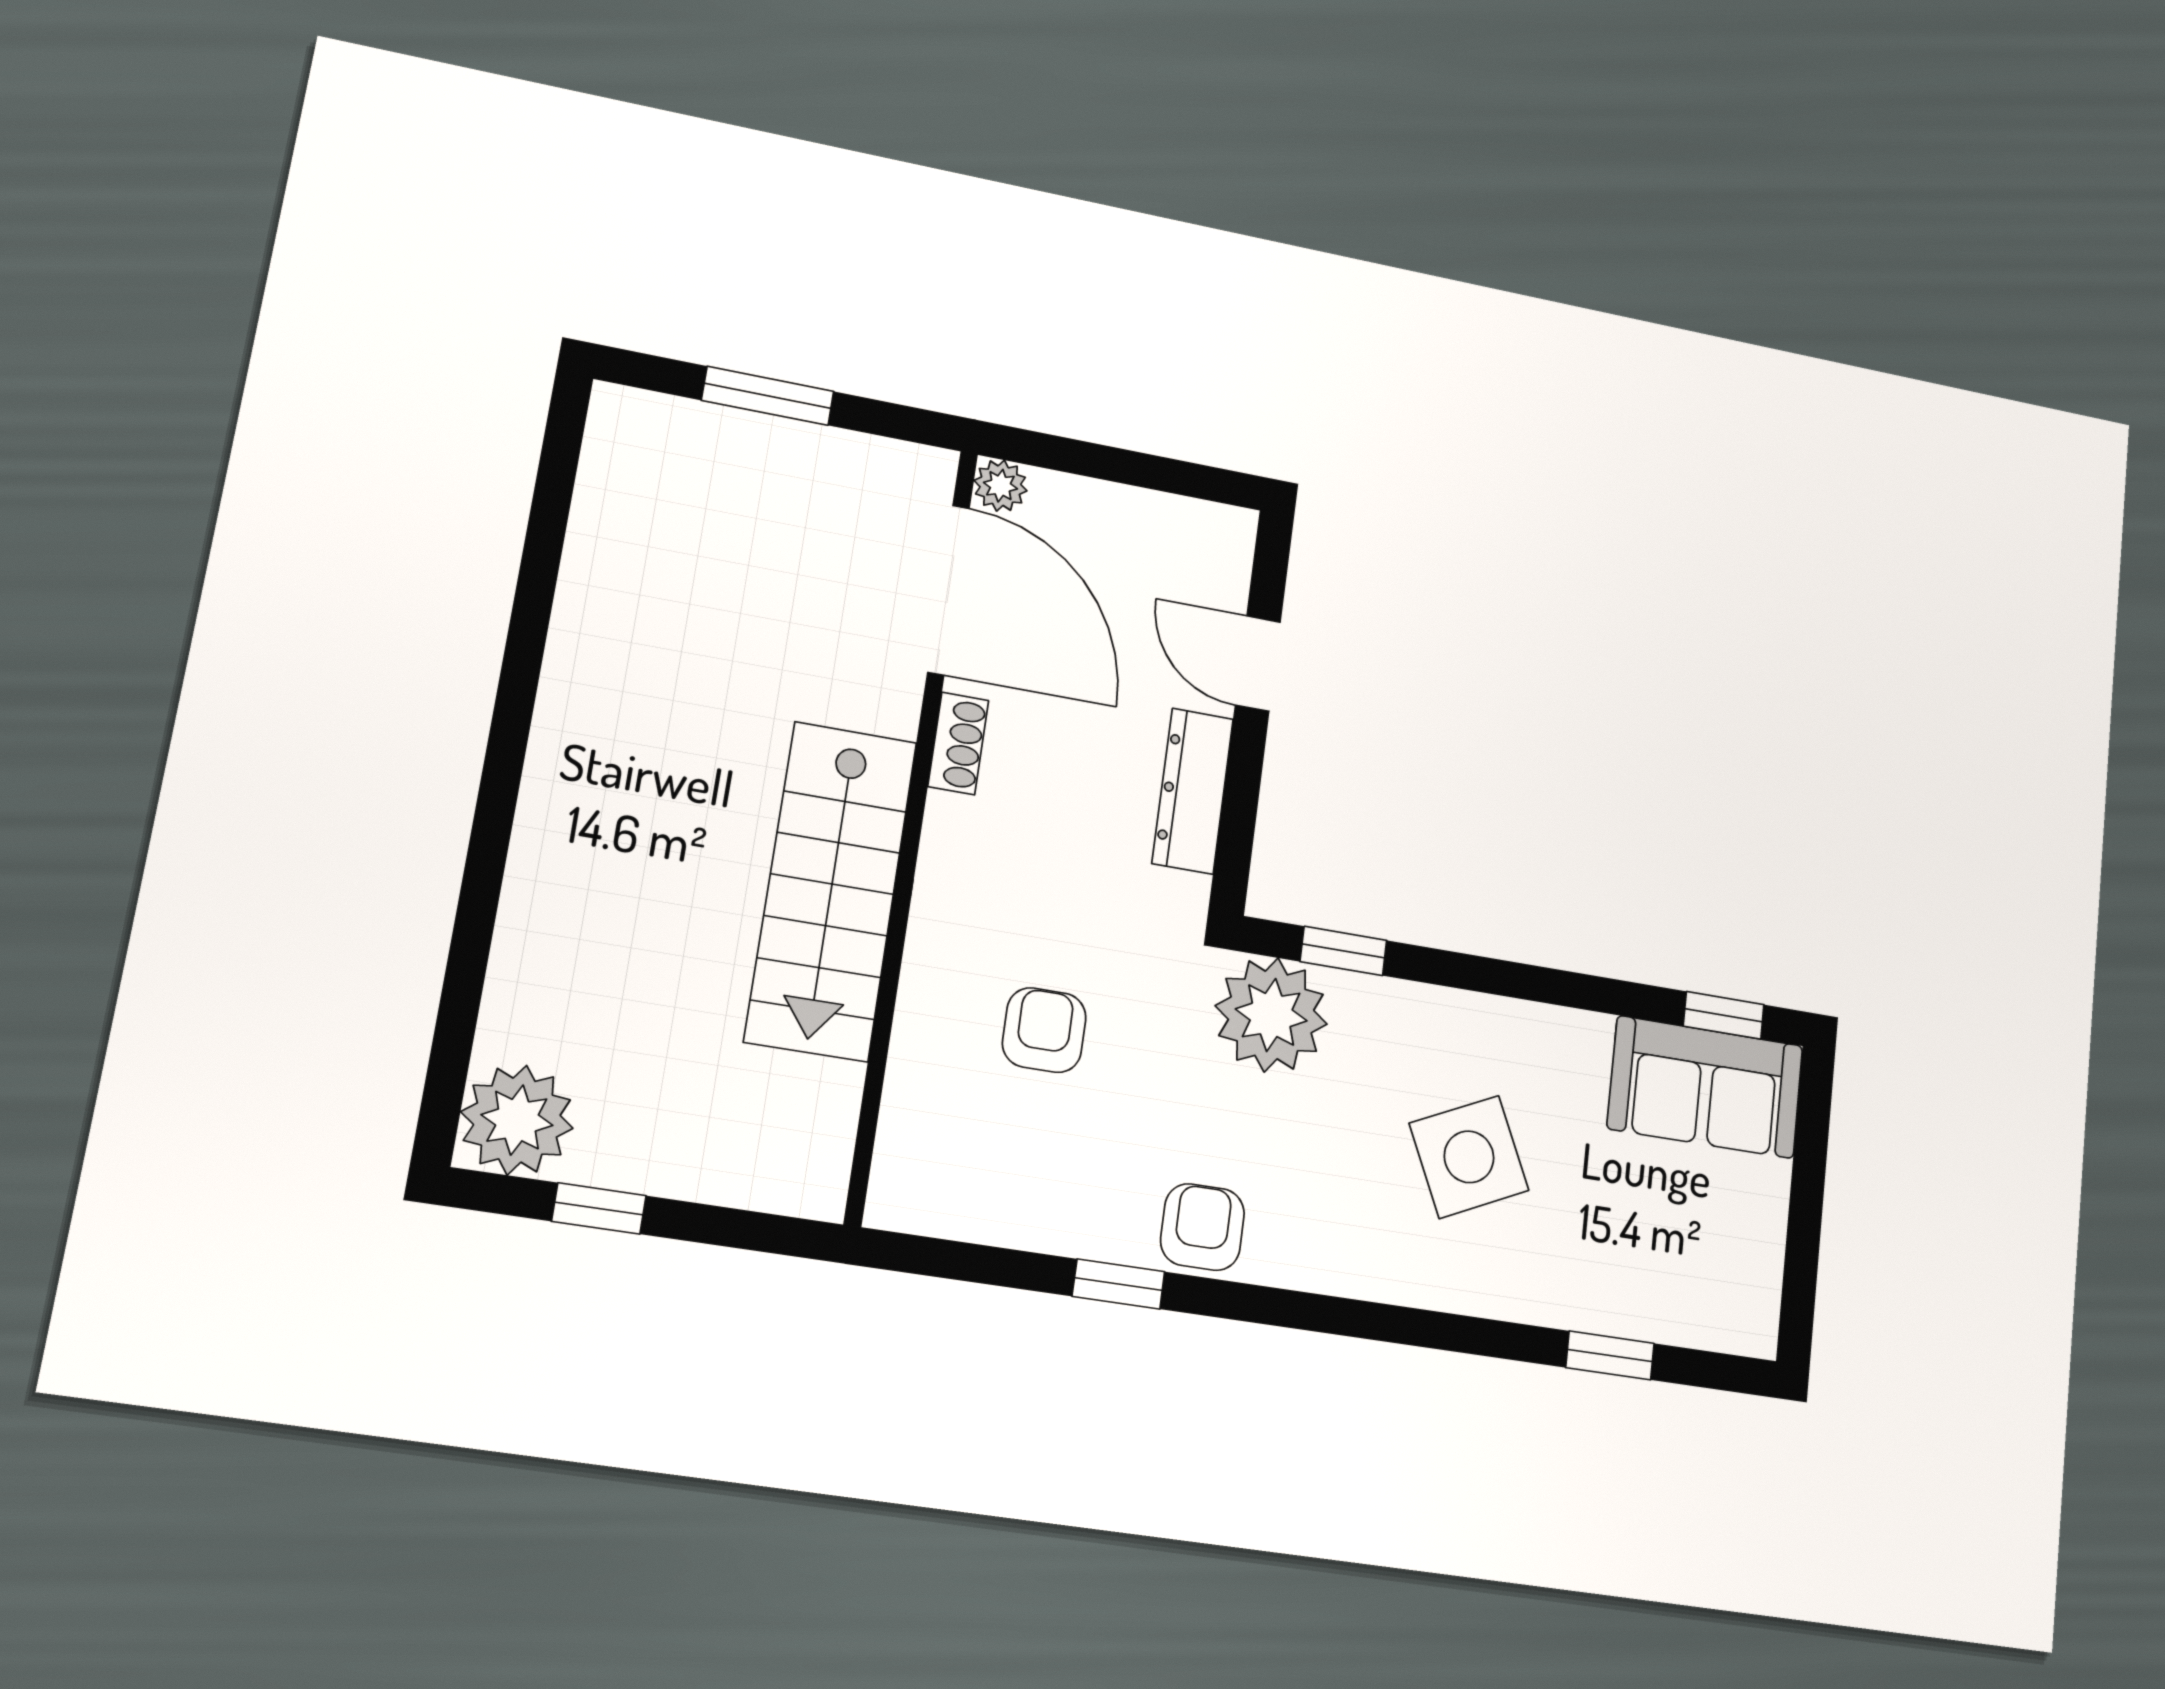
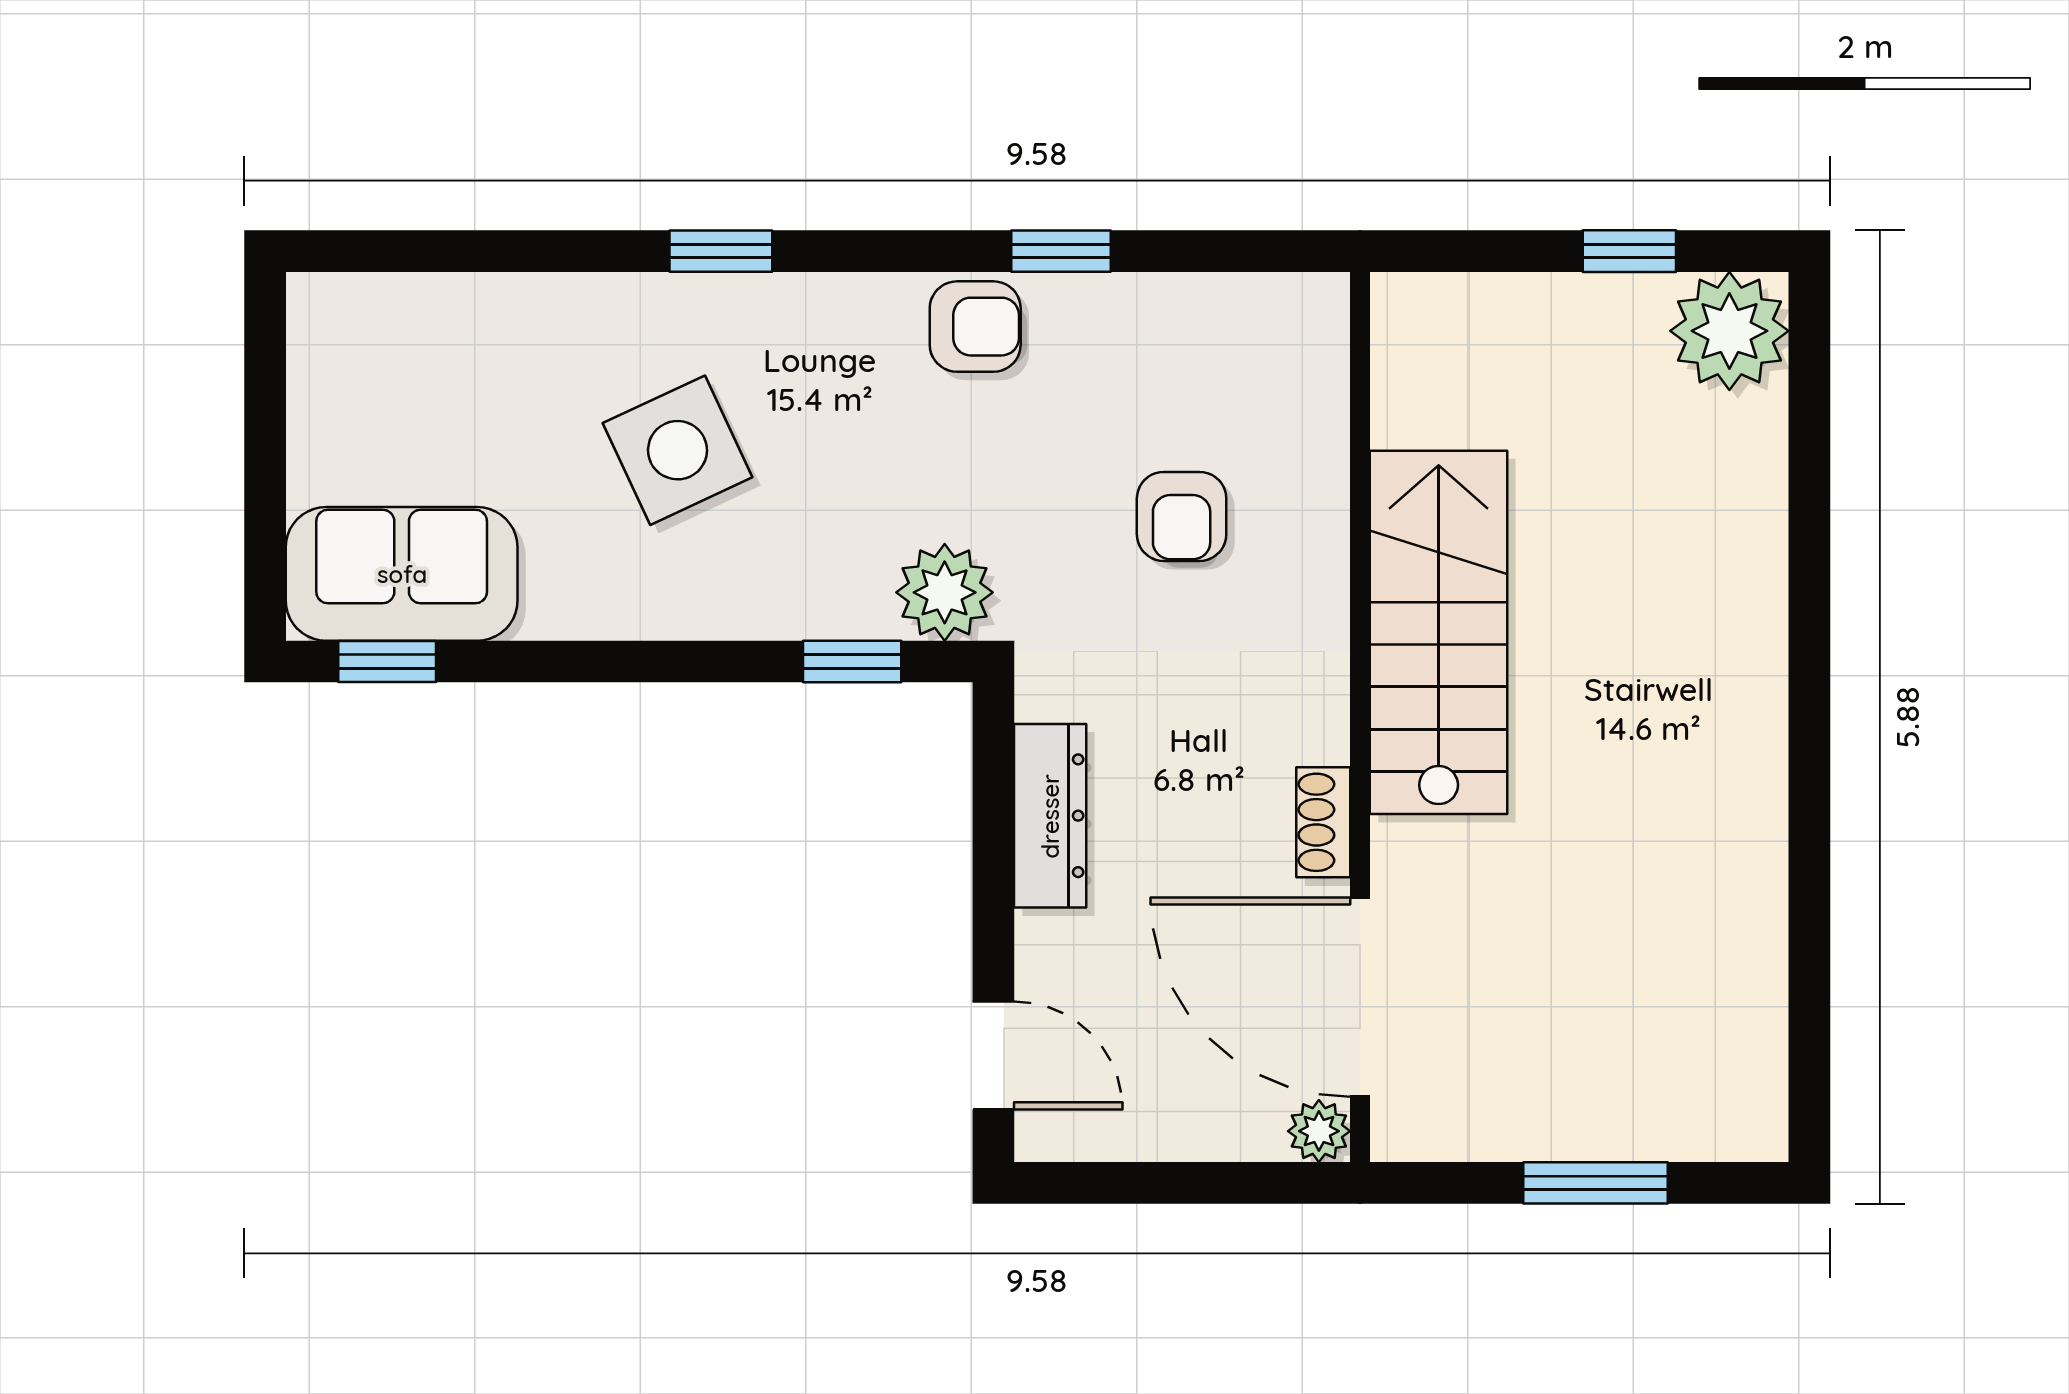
door: (1258, 663) -> (993, 1056), moved
plant: (1271, 1015) -> (945, 592), width x0.73, depth x0.73
armchair: (1202, 1227) -> (975, 327), turned -90
window: (1610, 1355) -> (721, 251), moved

